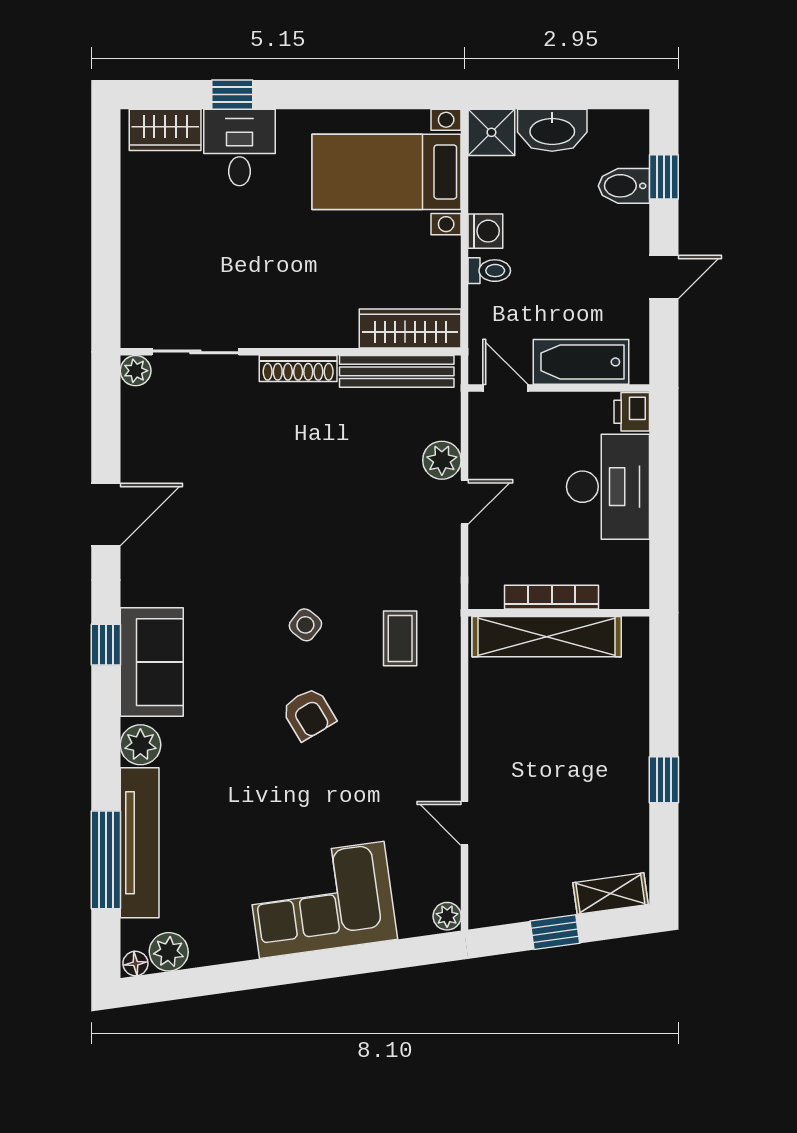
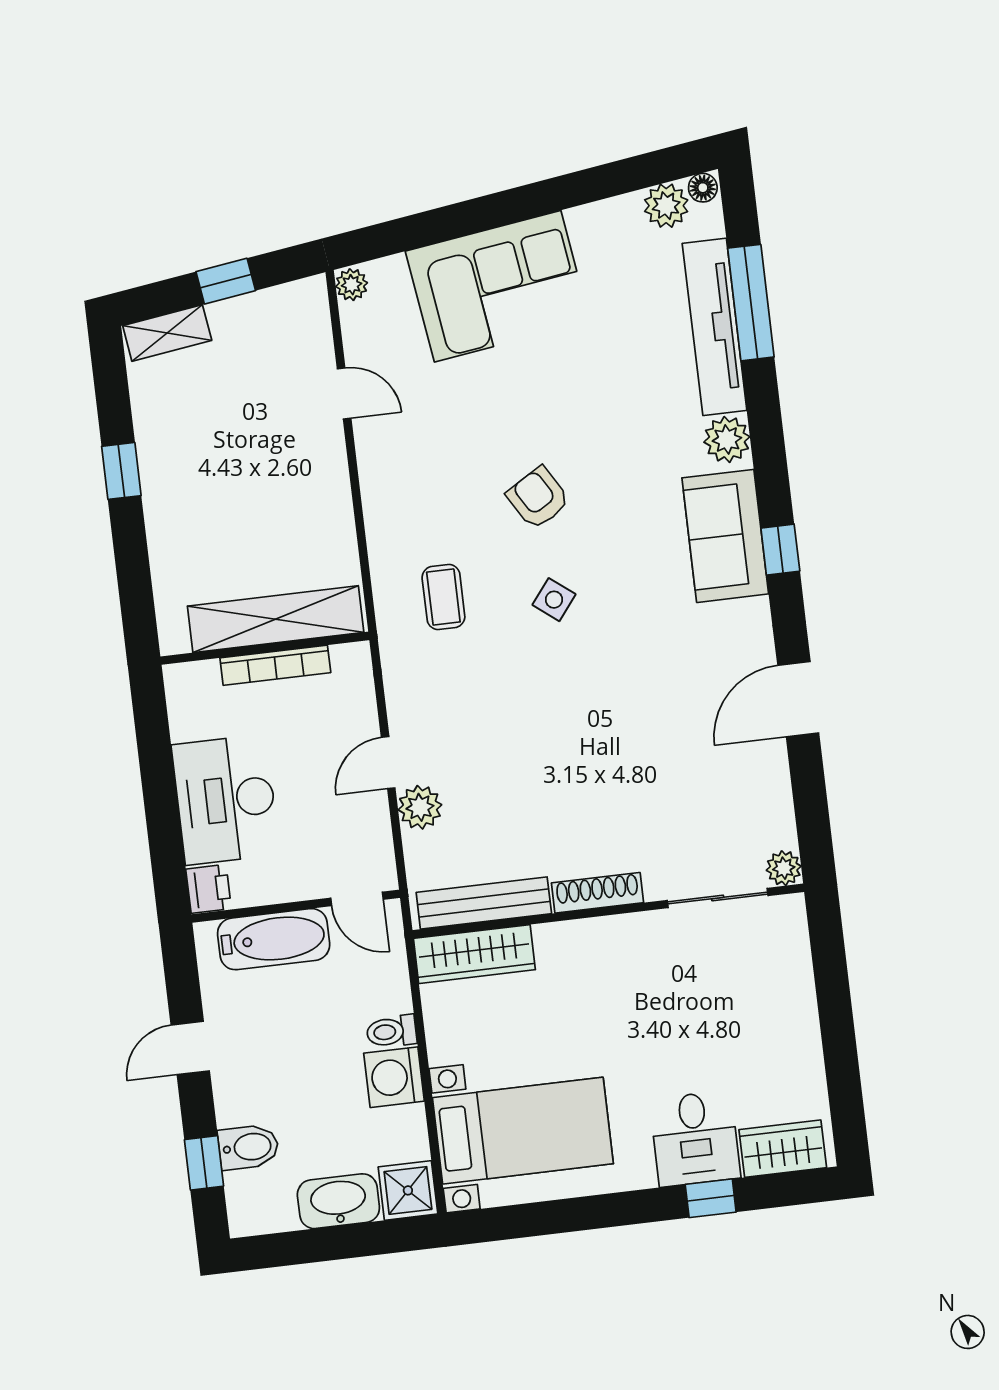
washing machine: (485, 231) -> (394, 1077), width x1.38, depth x1.38

